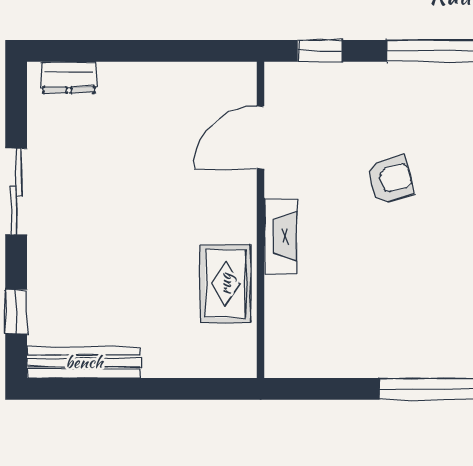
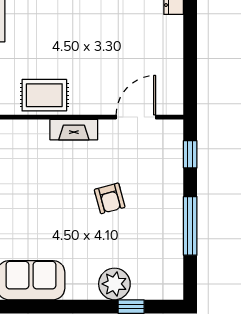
door: (261, 137) -> (136, 117), hinge flipped

